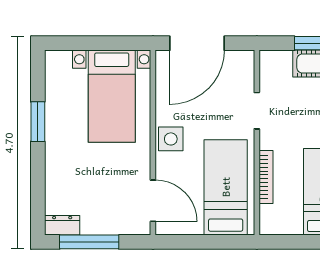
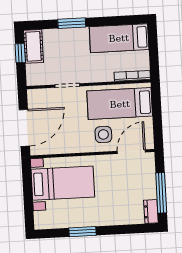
door: (197, 43) -> (24, 128), hinge flipped
side table: (171, 139) -> (103, 134), moved
bookcase: (266, 177) -> (132, 76), moved

